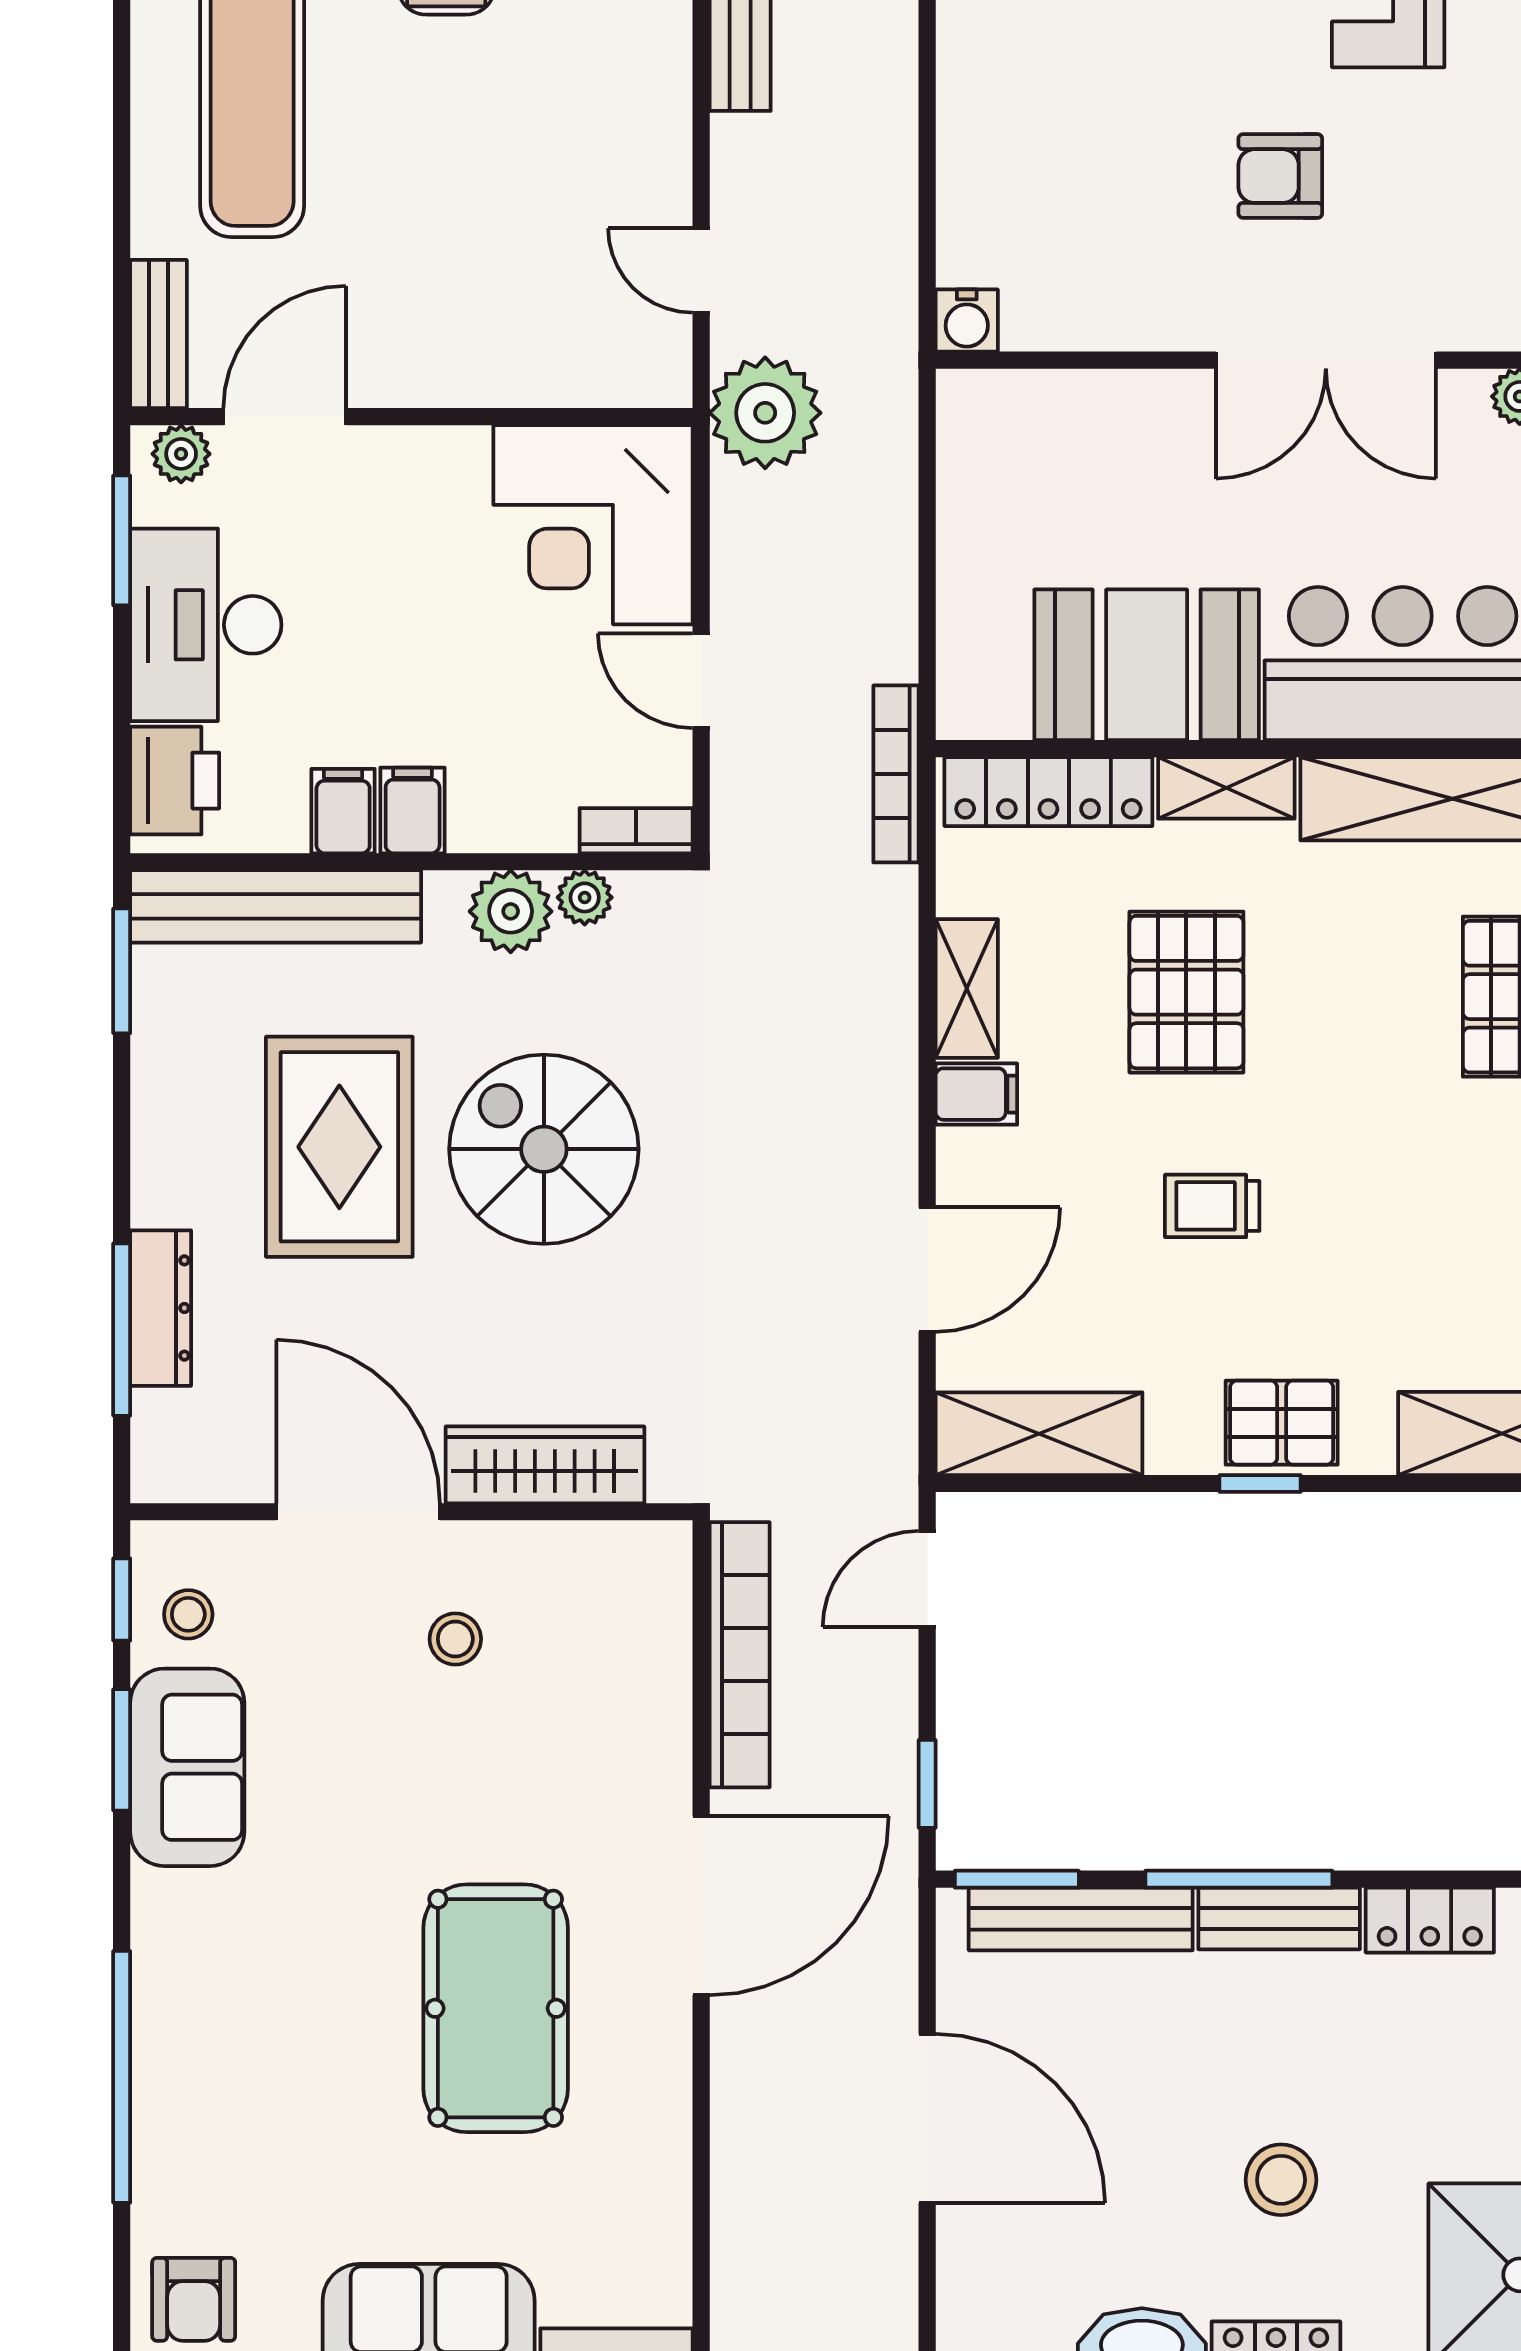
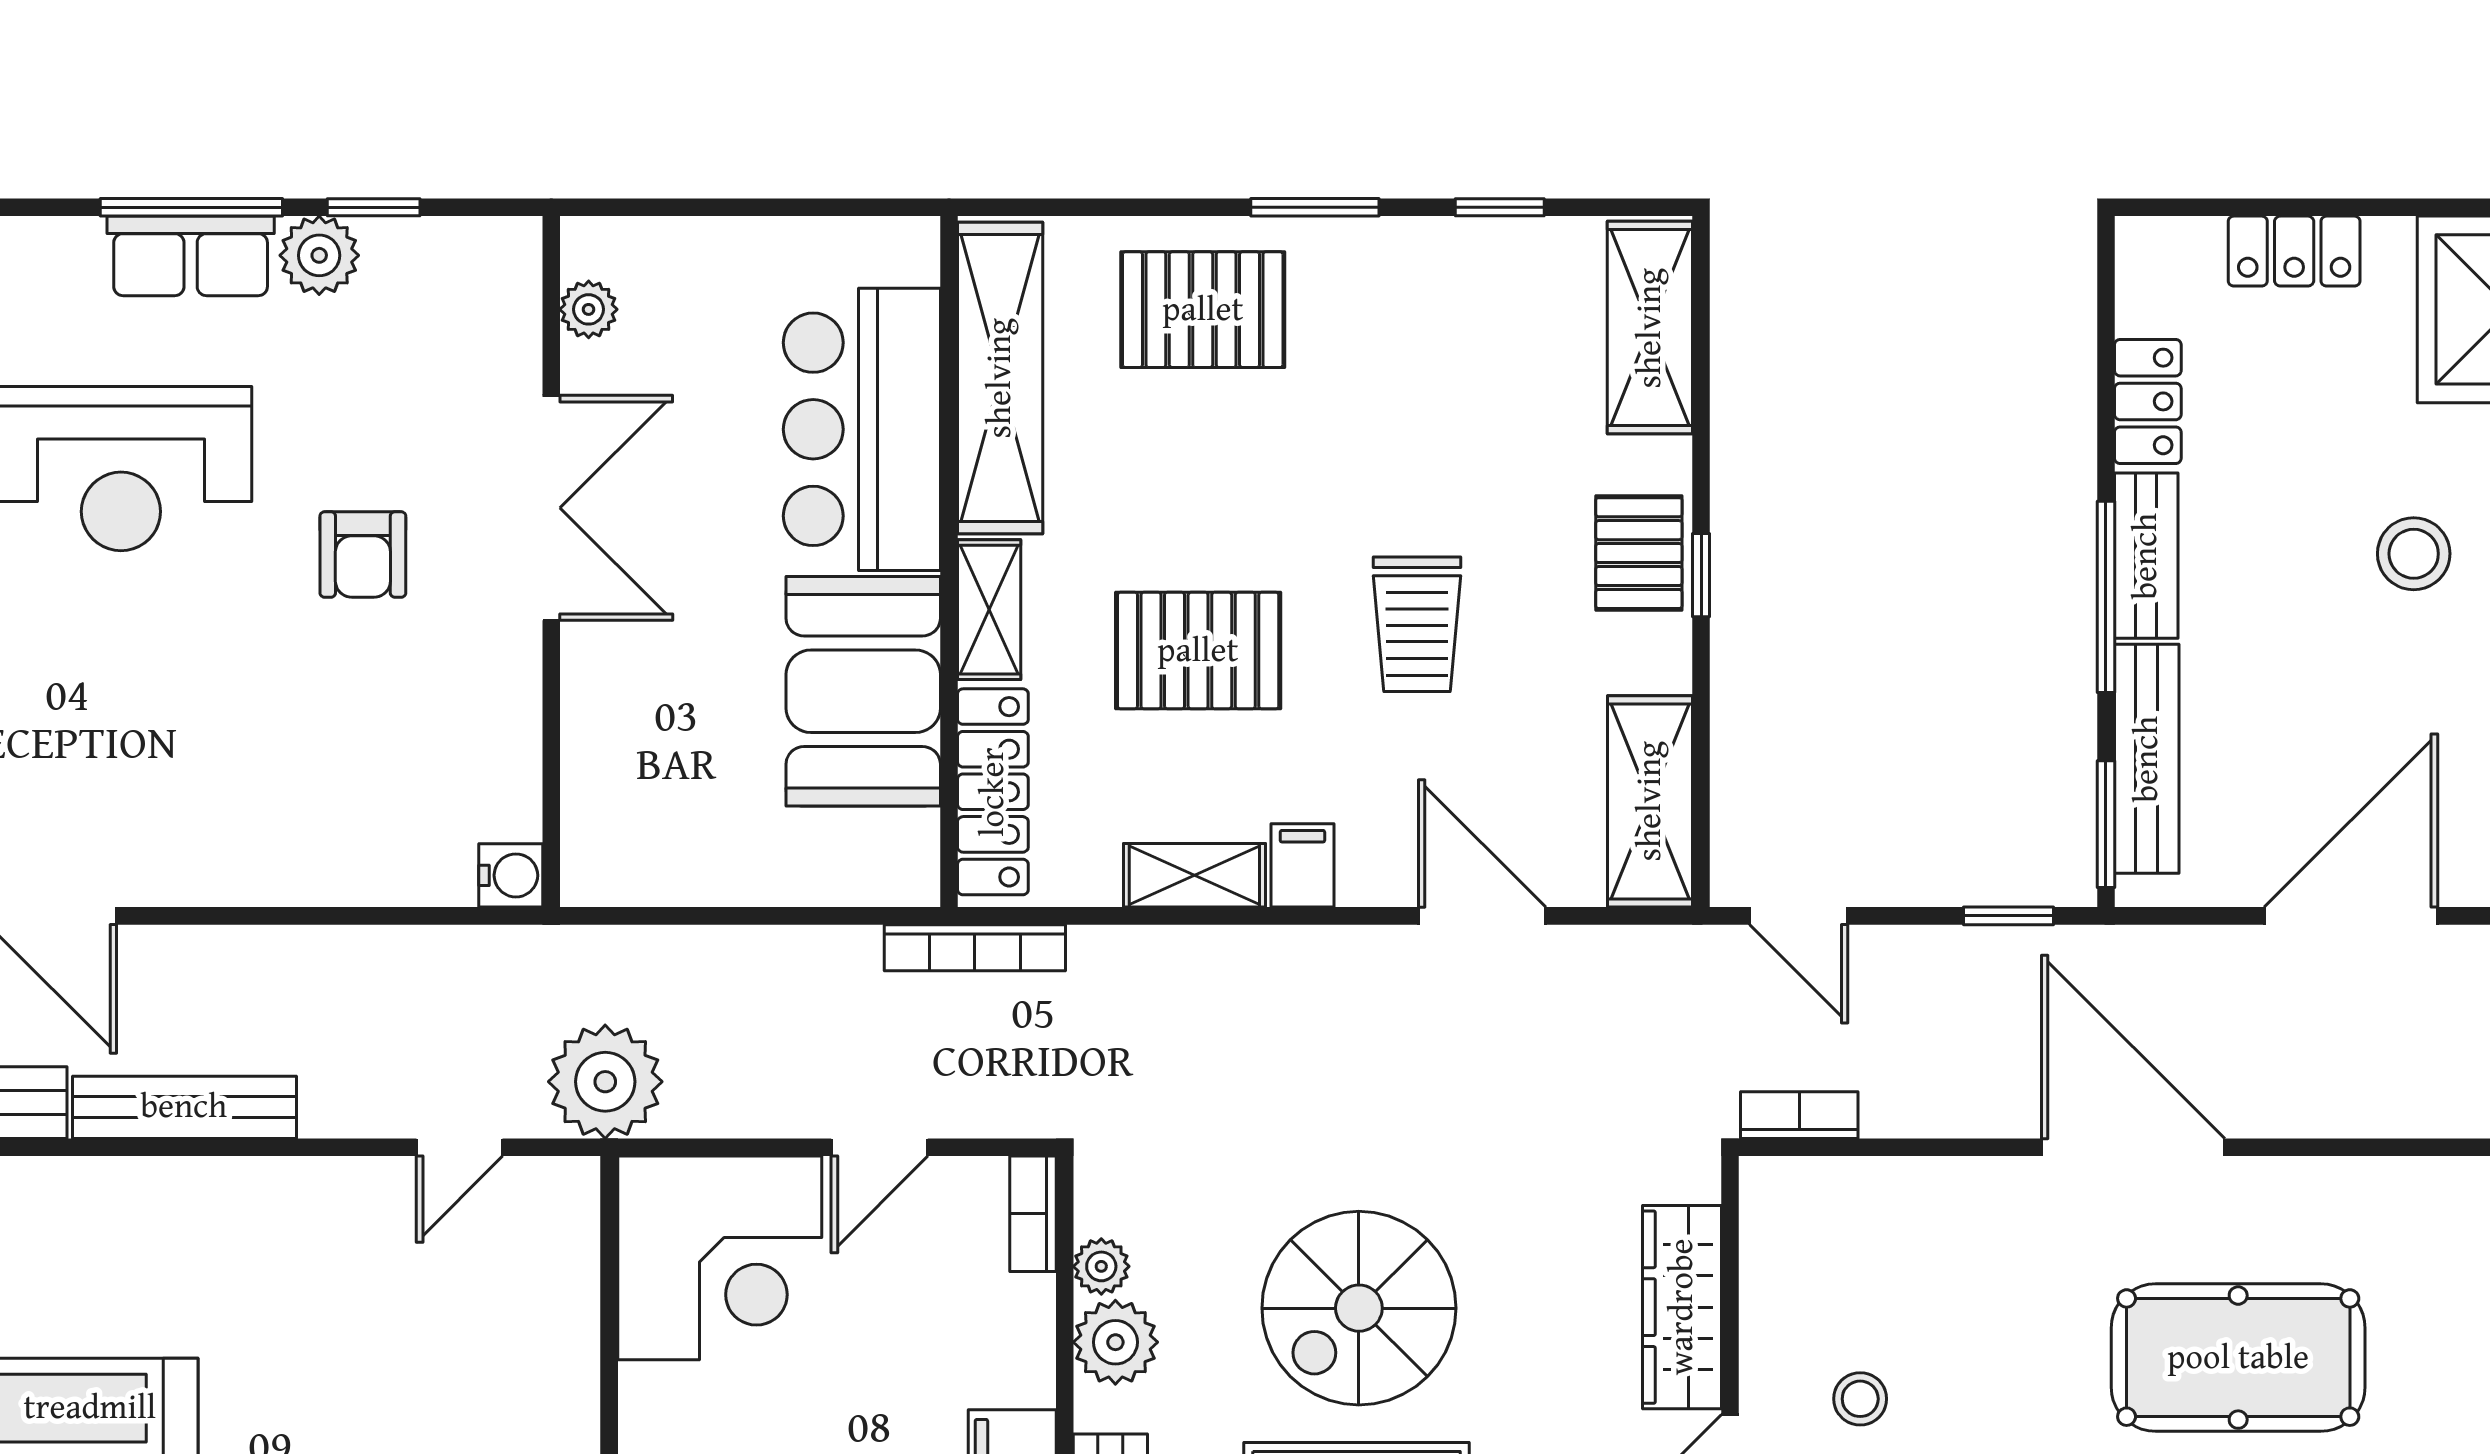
trolley: (1212, 1206) -> (1417, 624), width x1.36, depth x1.39
bookcase: (740, 1655) -> (1799, 1115), width x0.43, depth x0.76

